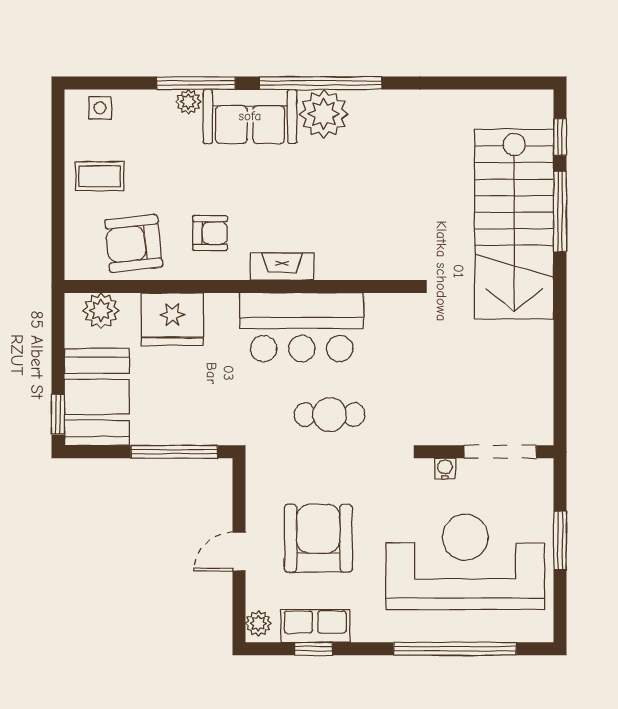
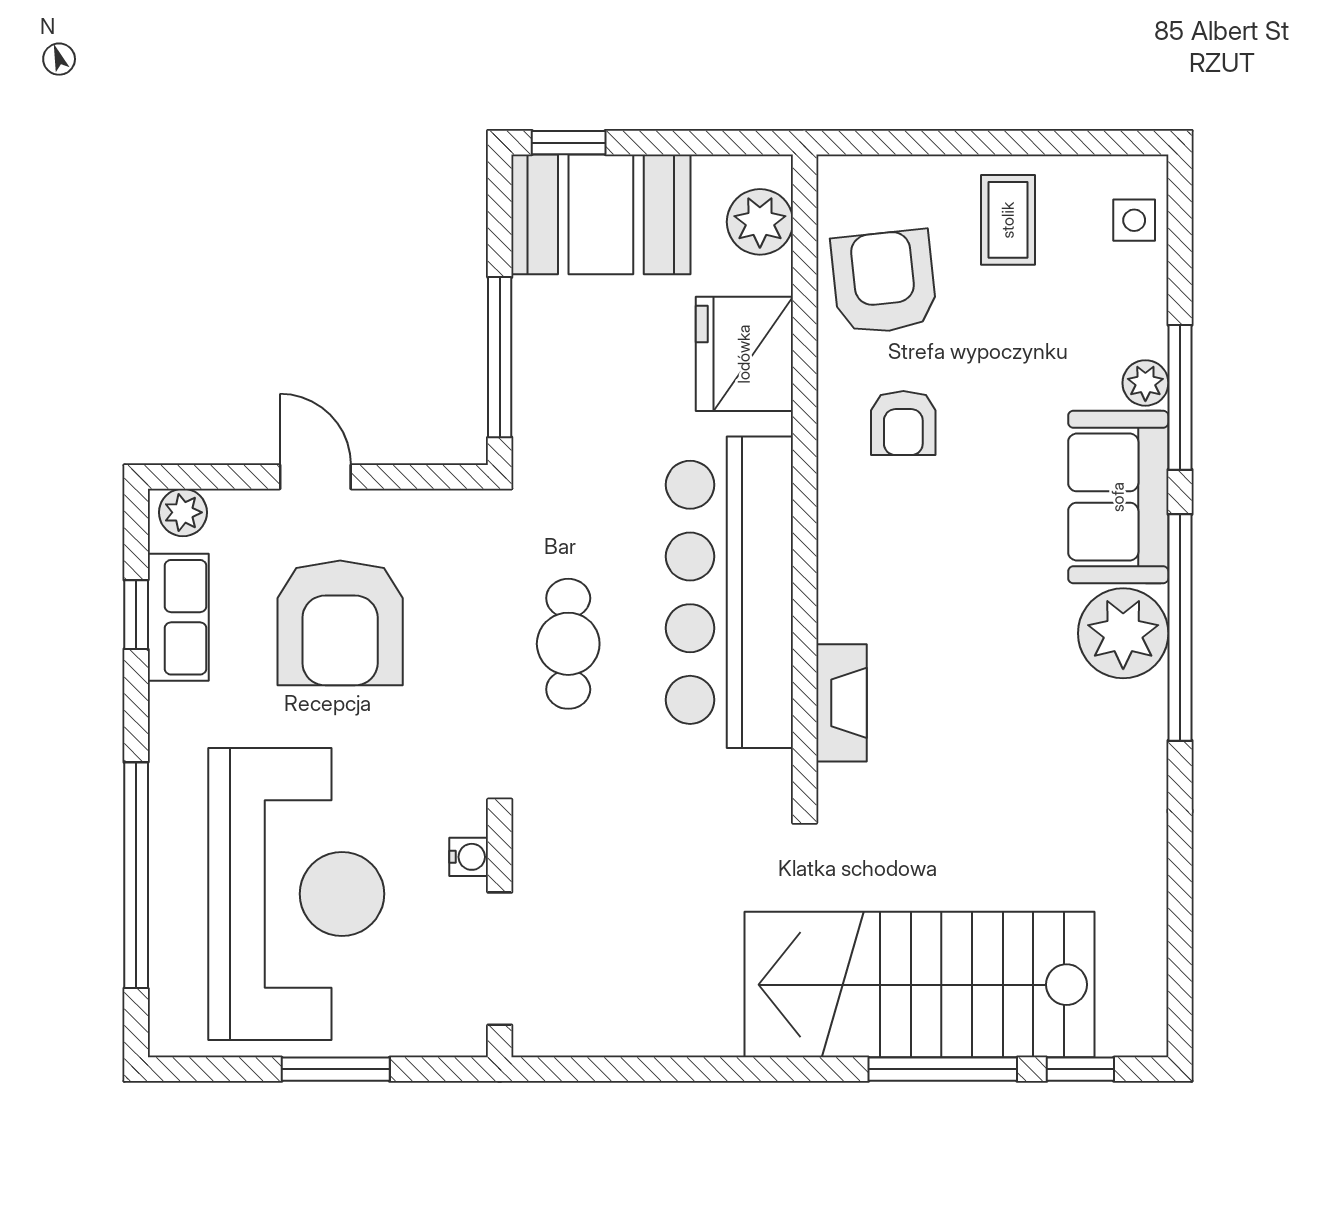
fireplace: (282, 266) -> (841, 703), moved
bar counter: (302, 327) -> (729, 592), width x1.36
armchair: (318, 538) -> (340, 623), turned 90

